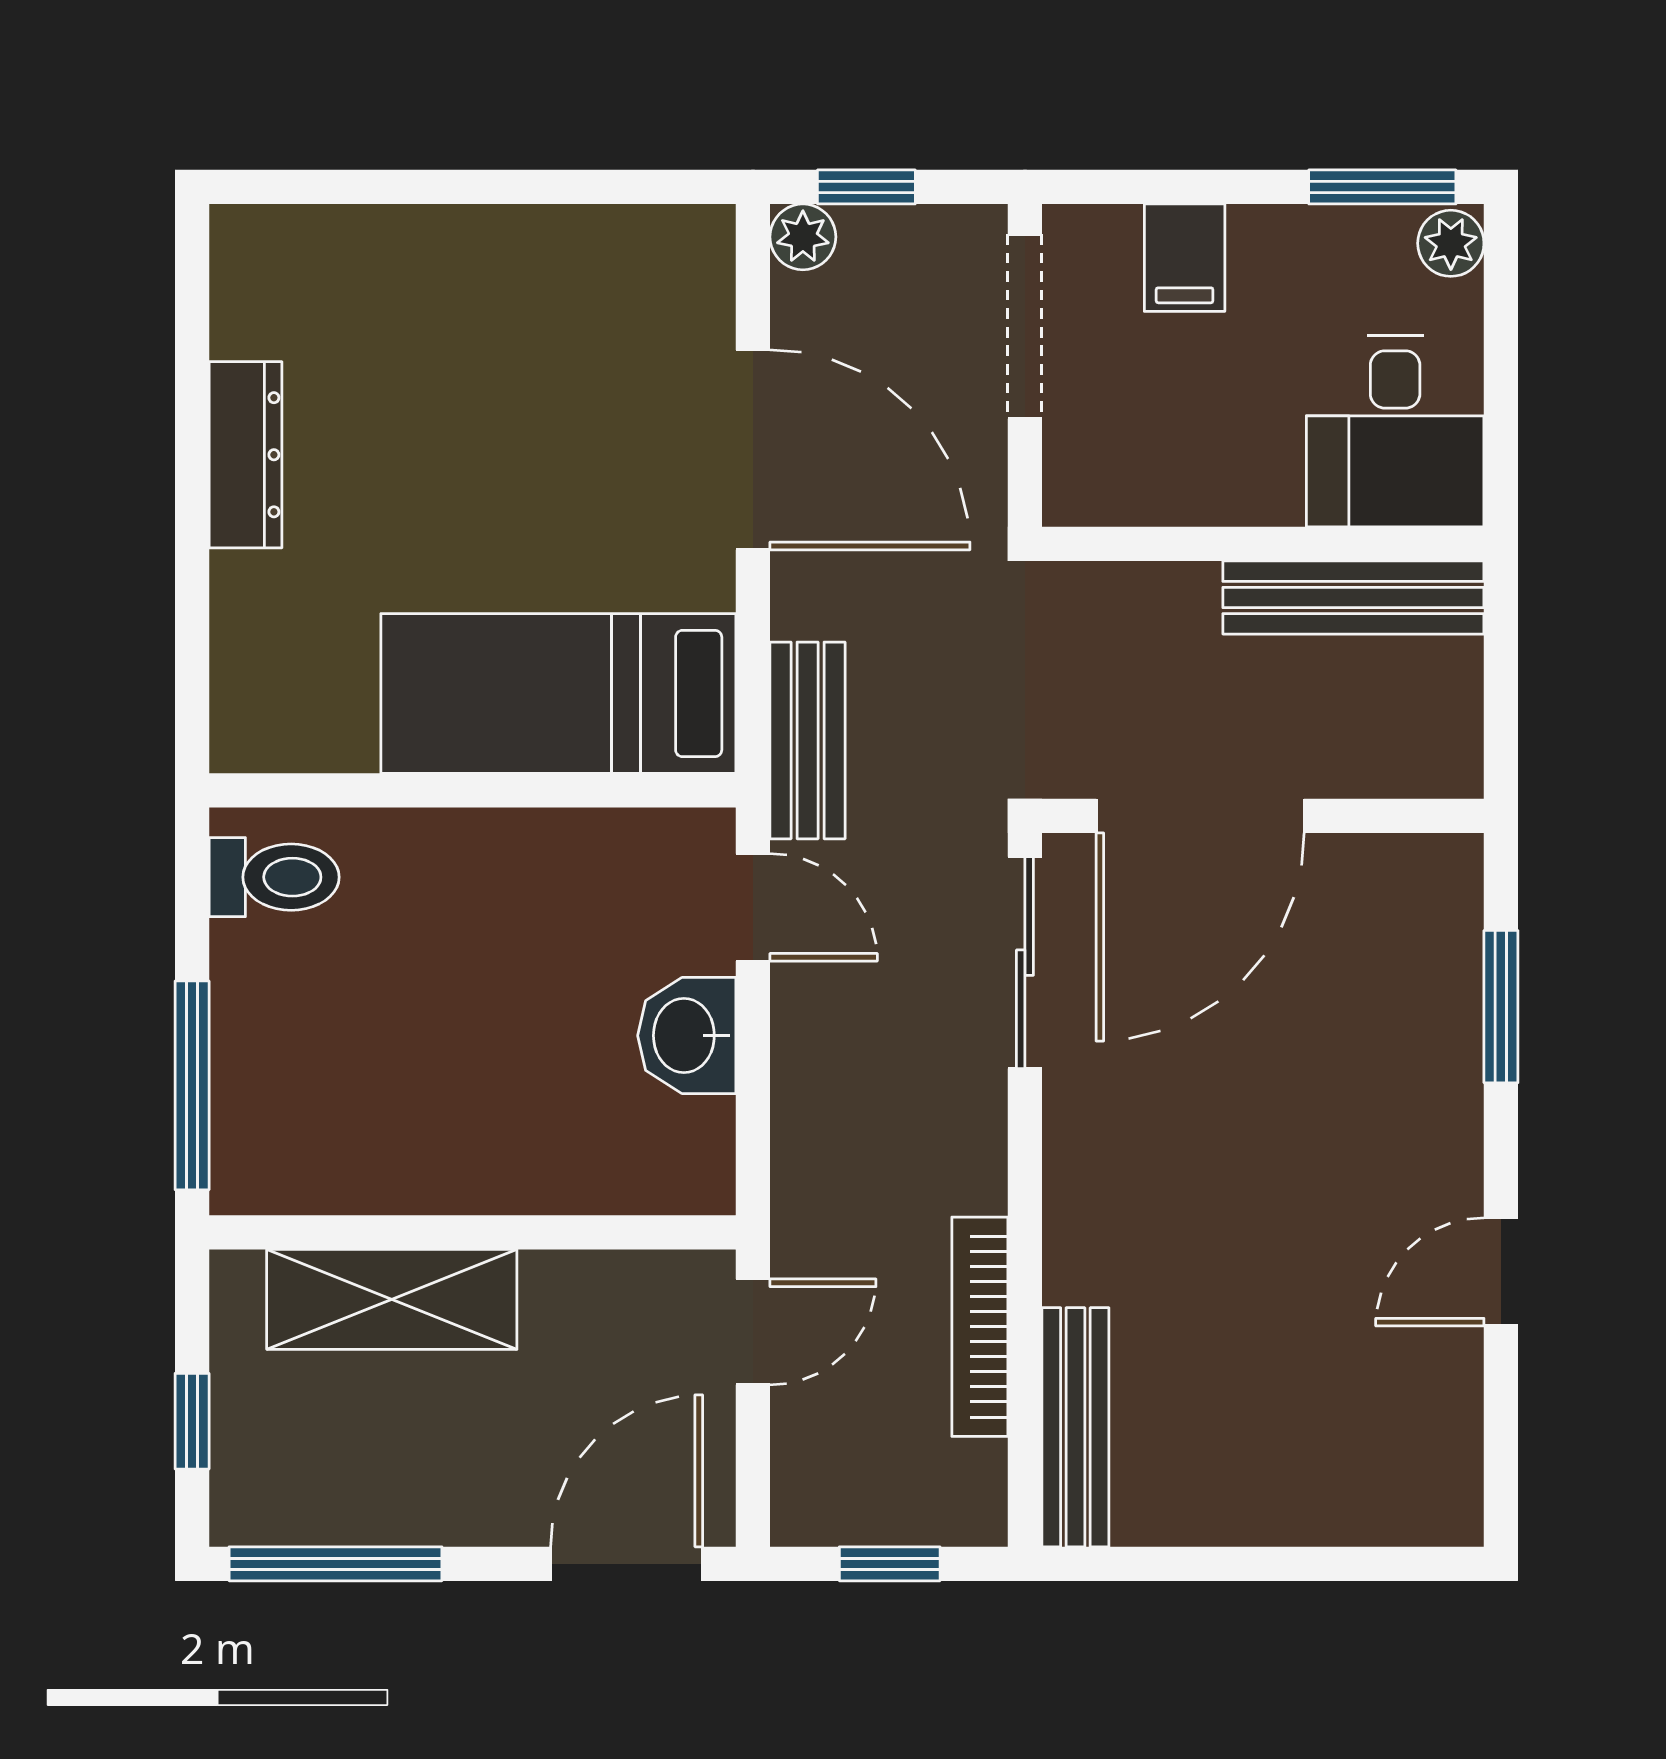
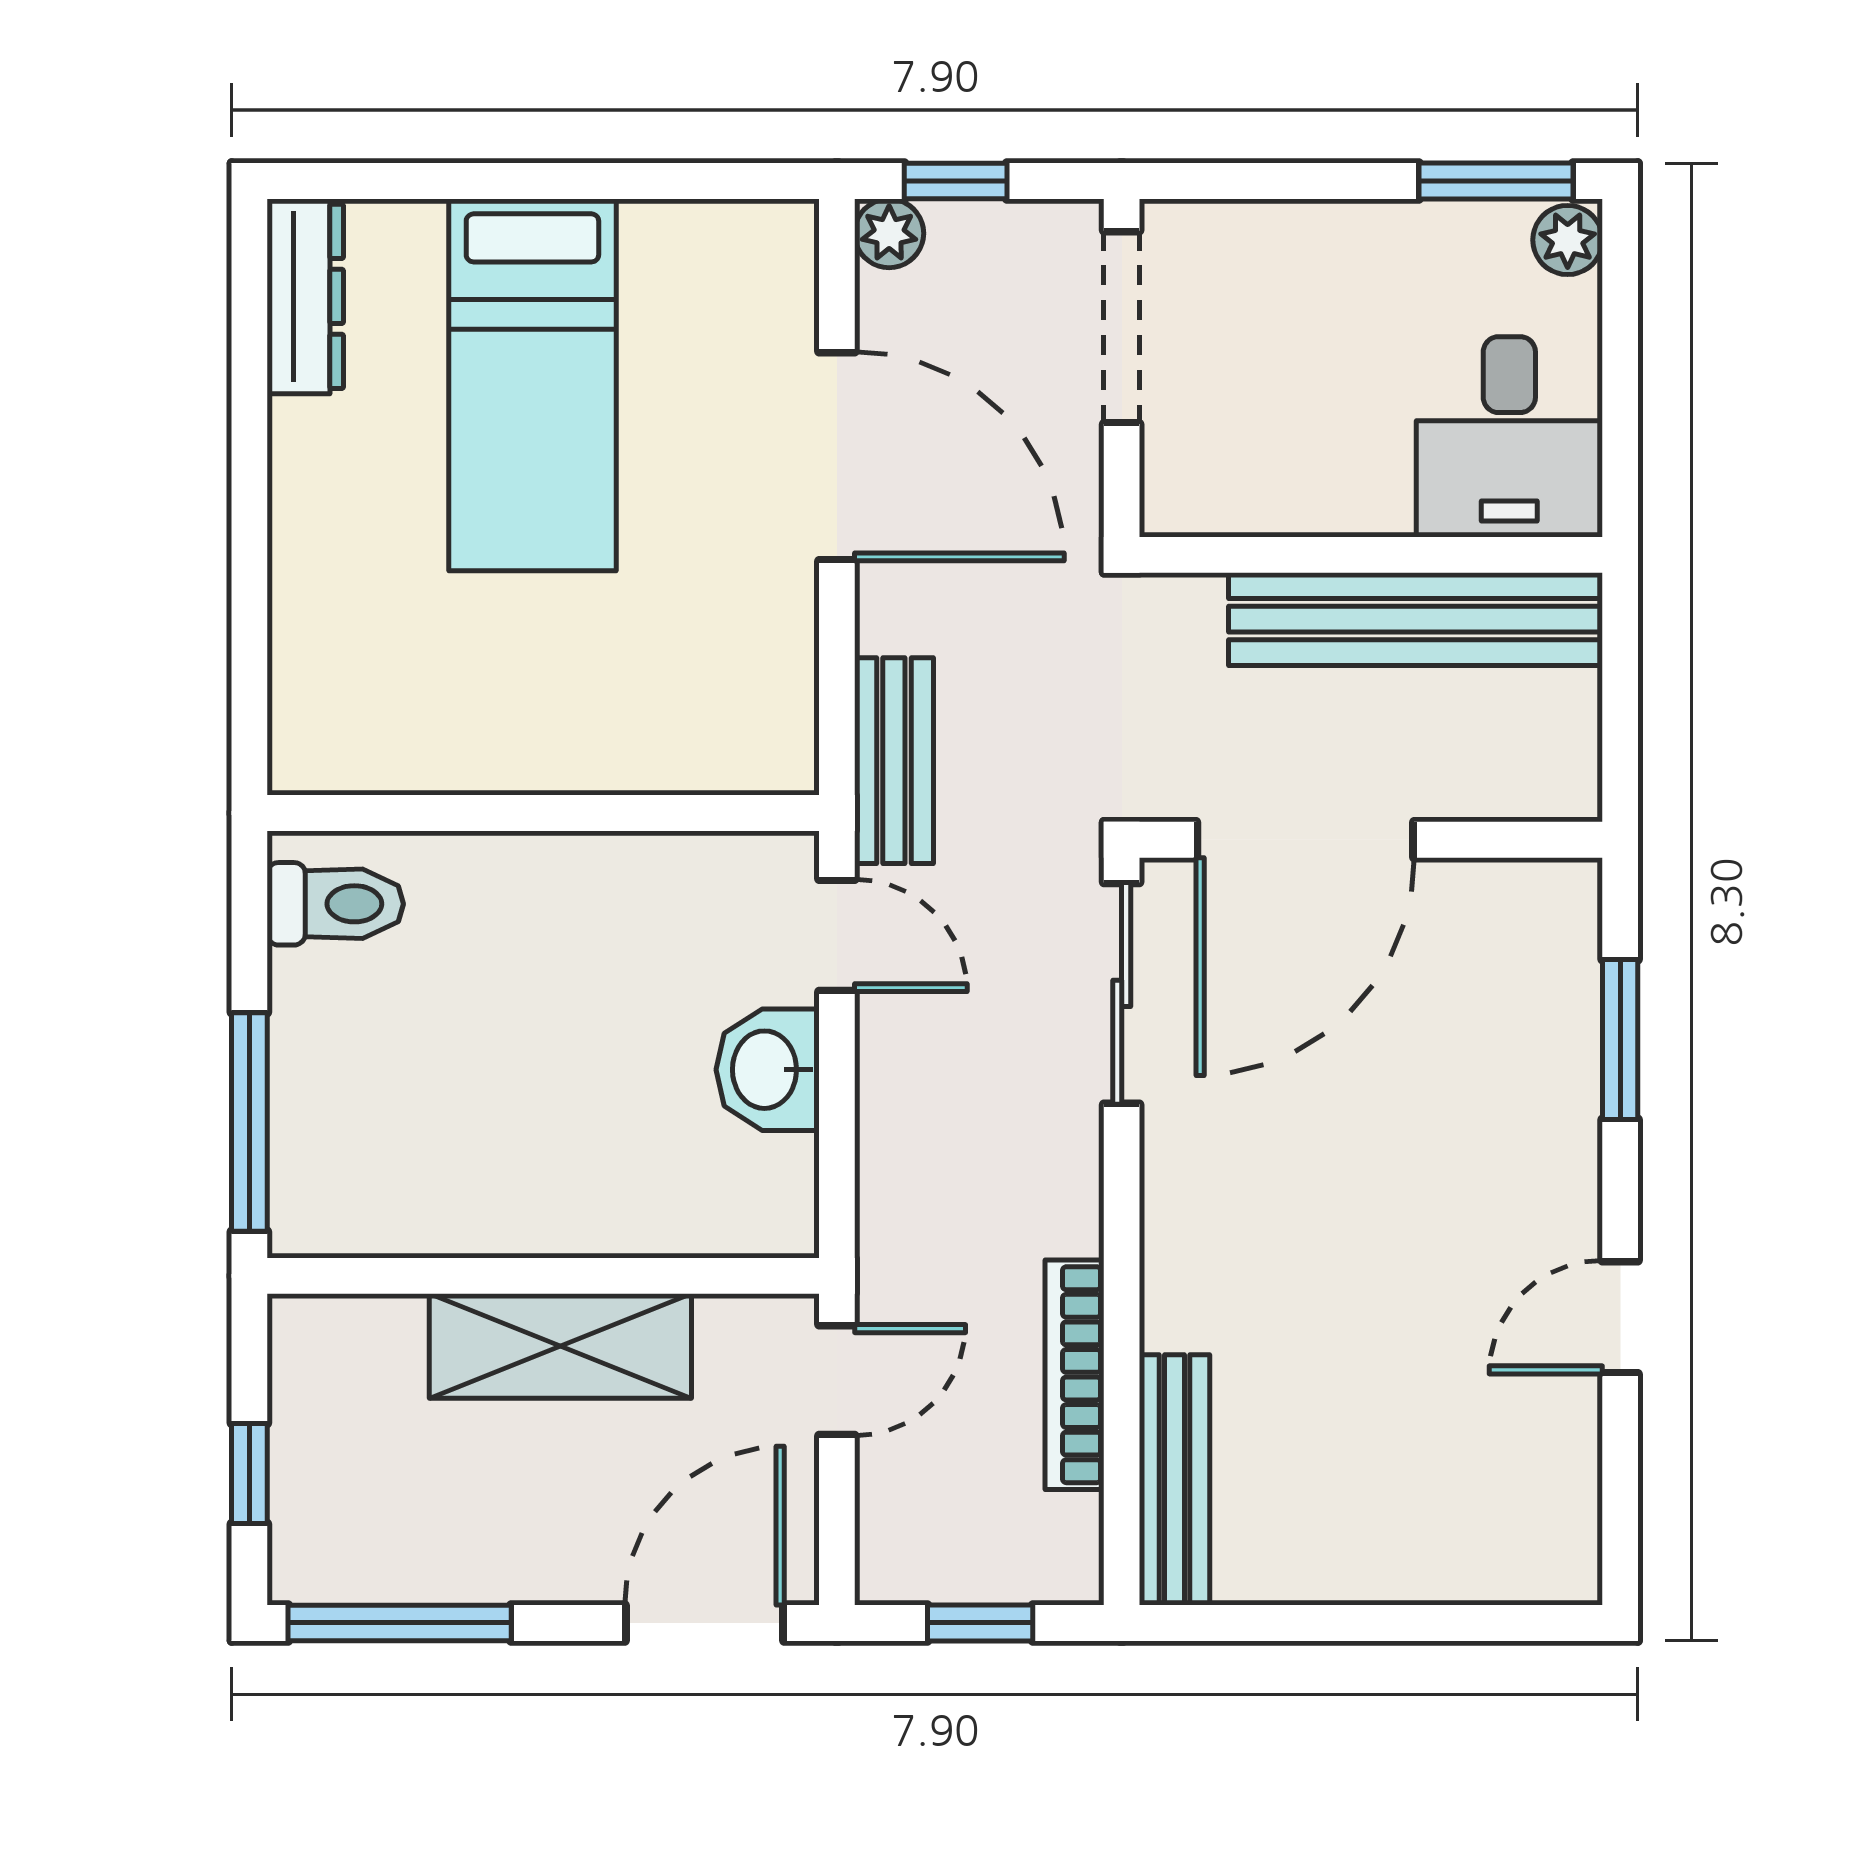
filing cabinet: (1185, 258) -> (1289, 255), removed
dresser: (245, 455) -> (305, 296), moved
bench: (1353, 598) -> (1415, 619), width x1.37, depth x1.21
bed: (558, 694) -> (532, 385), moved, turned -90
shelving: (392, 1299) -> (560, 1346), moved

